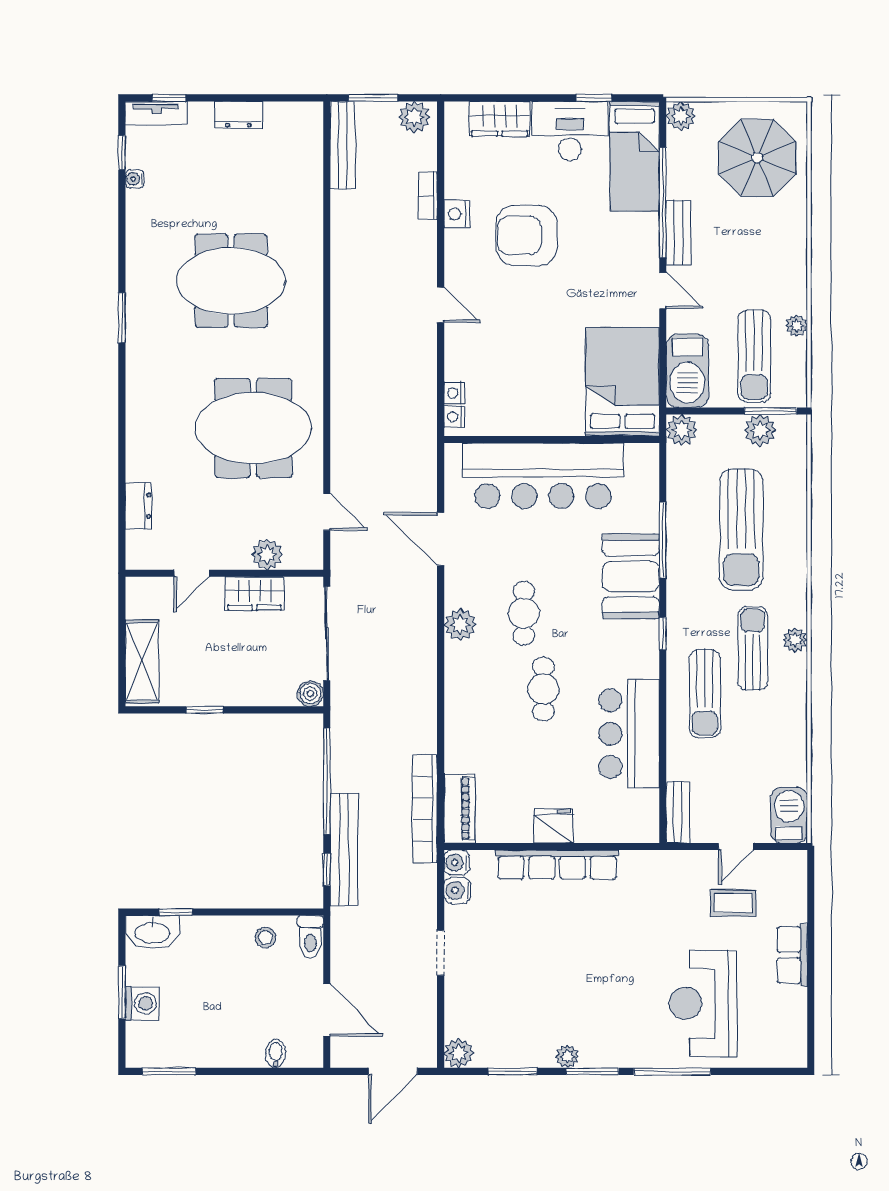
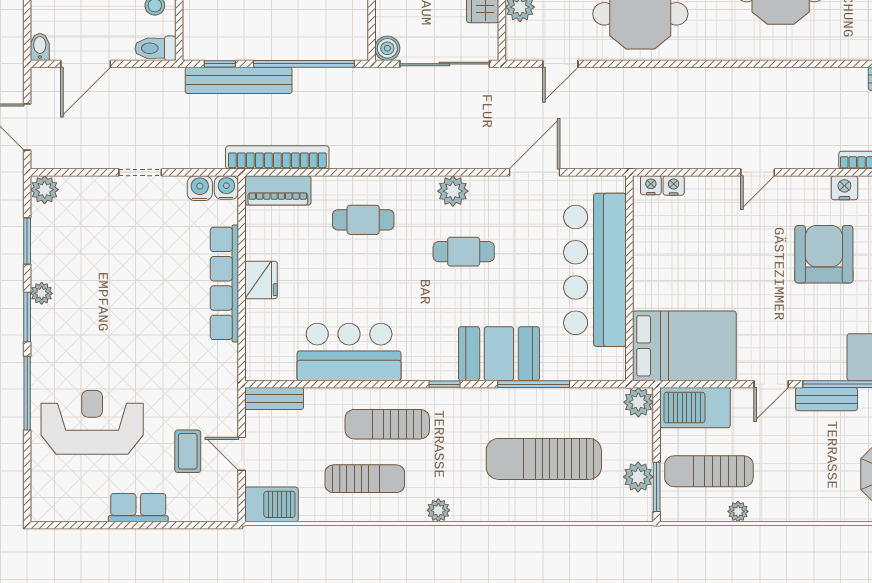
sun lounger: (753, 648) -> (365, 479), moved
cafe table: (543, 689) -> (363, 220), moved
bidet: (276, 1054) -> (40, 47), moved, turned -90

